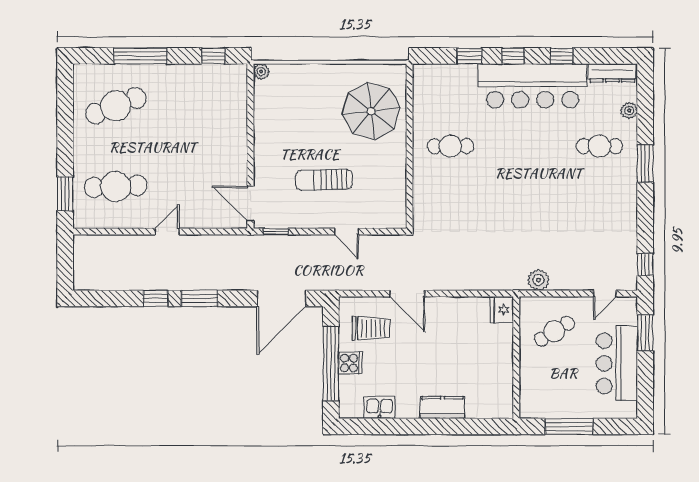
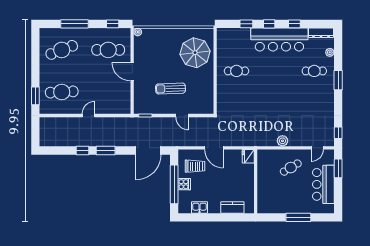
cafe table: (205, 106) -> (108, 50), added
door: (250, 203) -> (132, 72), moved
fridge: (502, 310) -> (248, 156), moved
wall: (516, 358) -> (256, 181), moved

